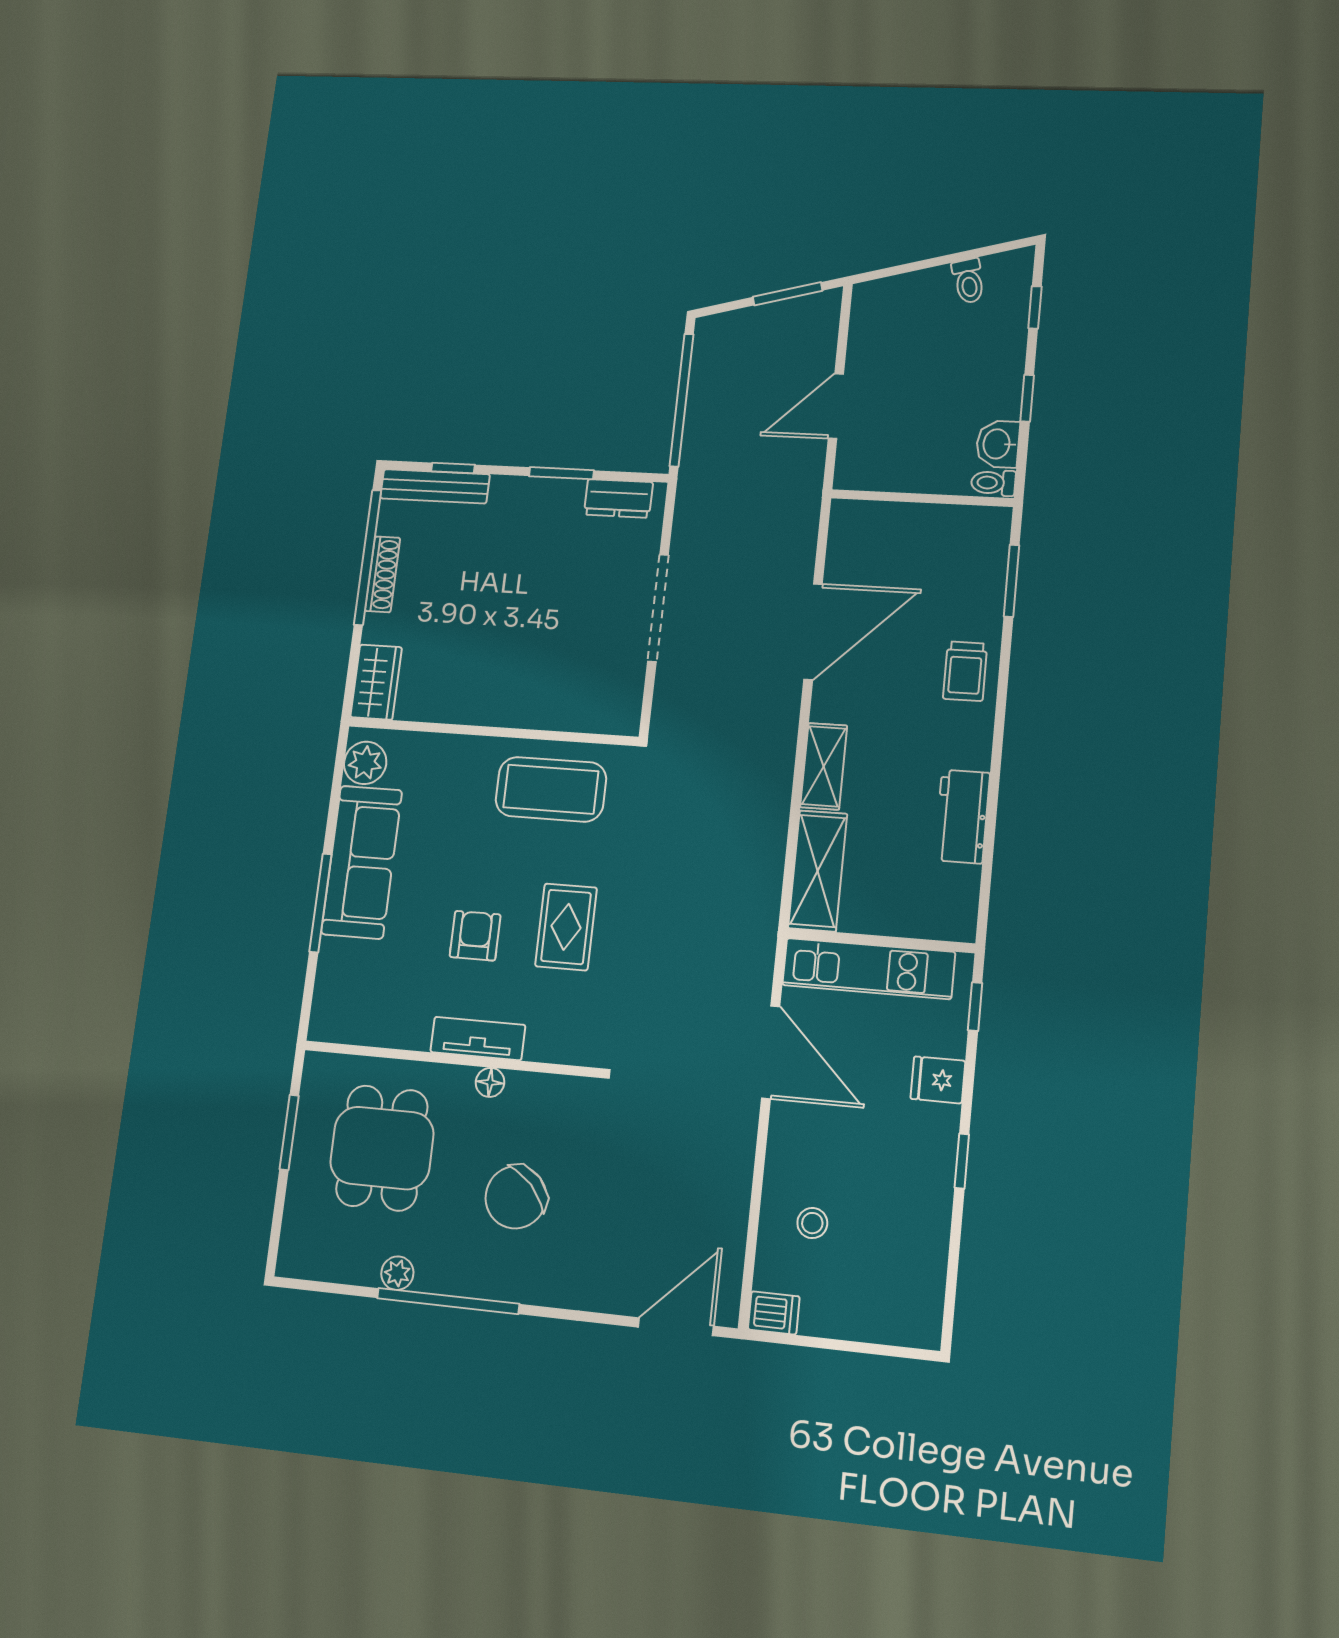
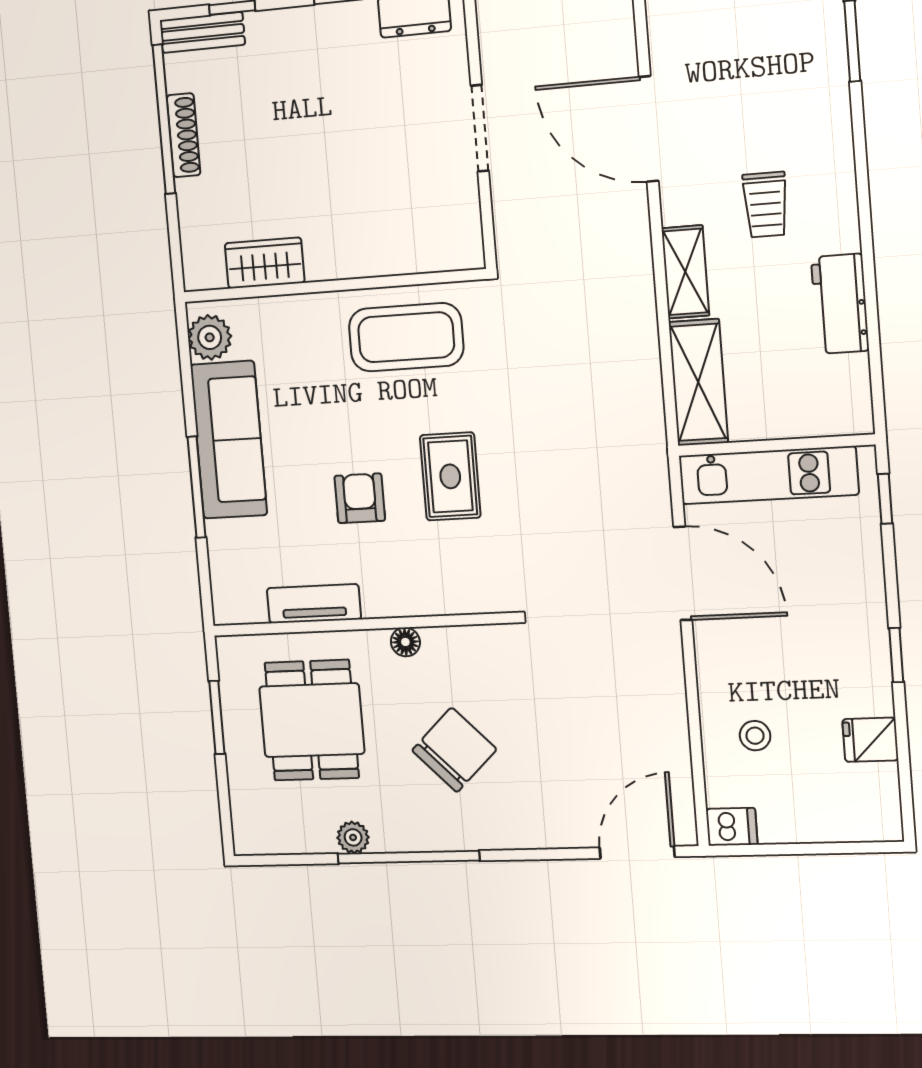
bench: (435, 486) -> (202, 32), width x0.73
doorway: (658, 608) -> (480, 128), width x0.73
door: (813, 632) -> (649, 129), swing flipped
trolley: (965, 671) -> (766, 205), moved
wardrobe: (376, 682) -> (265, 263), moved, turned -90
tv unit: (478, 1039) -> (314, 604), moved
fridge: (938, 1080) -> (870, 740), moved
chair: (516, 1197) -> (454, 750), turned 180

